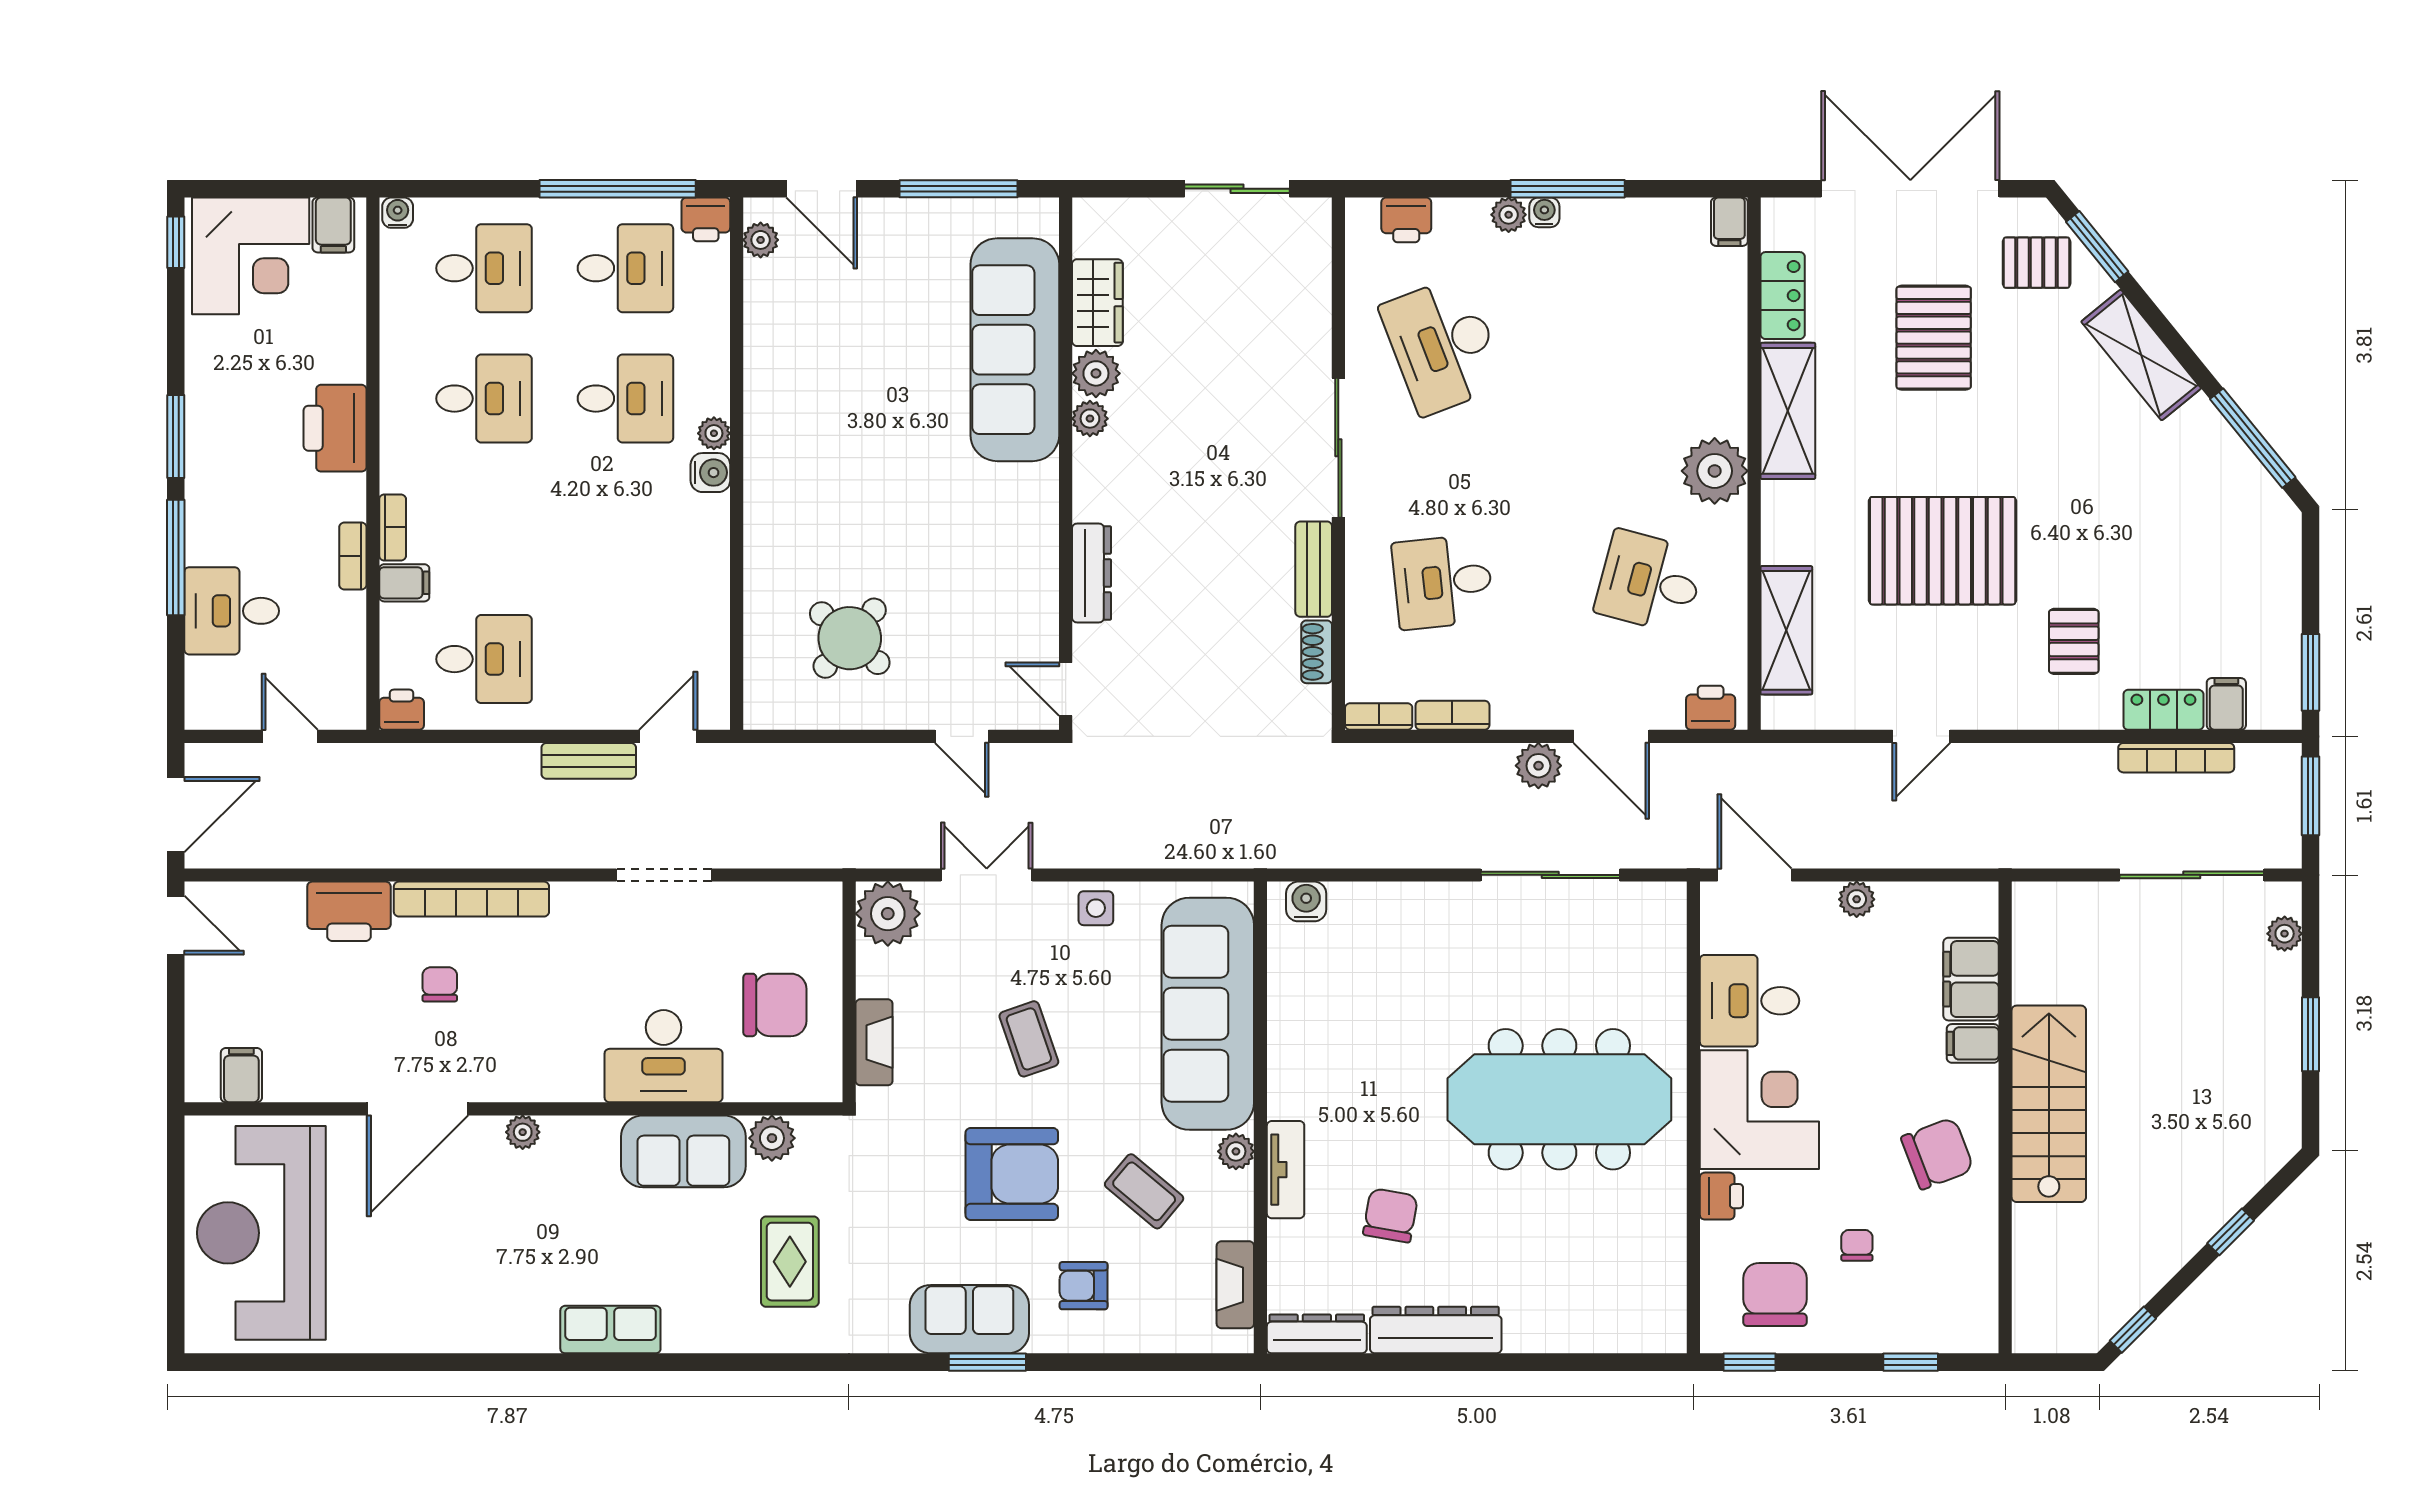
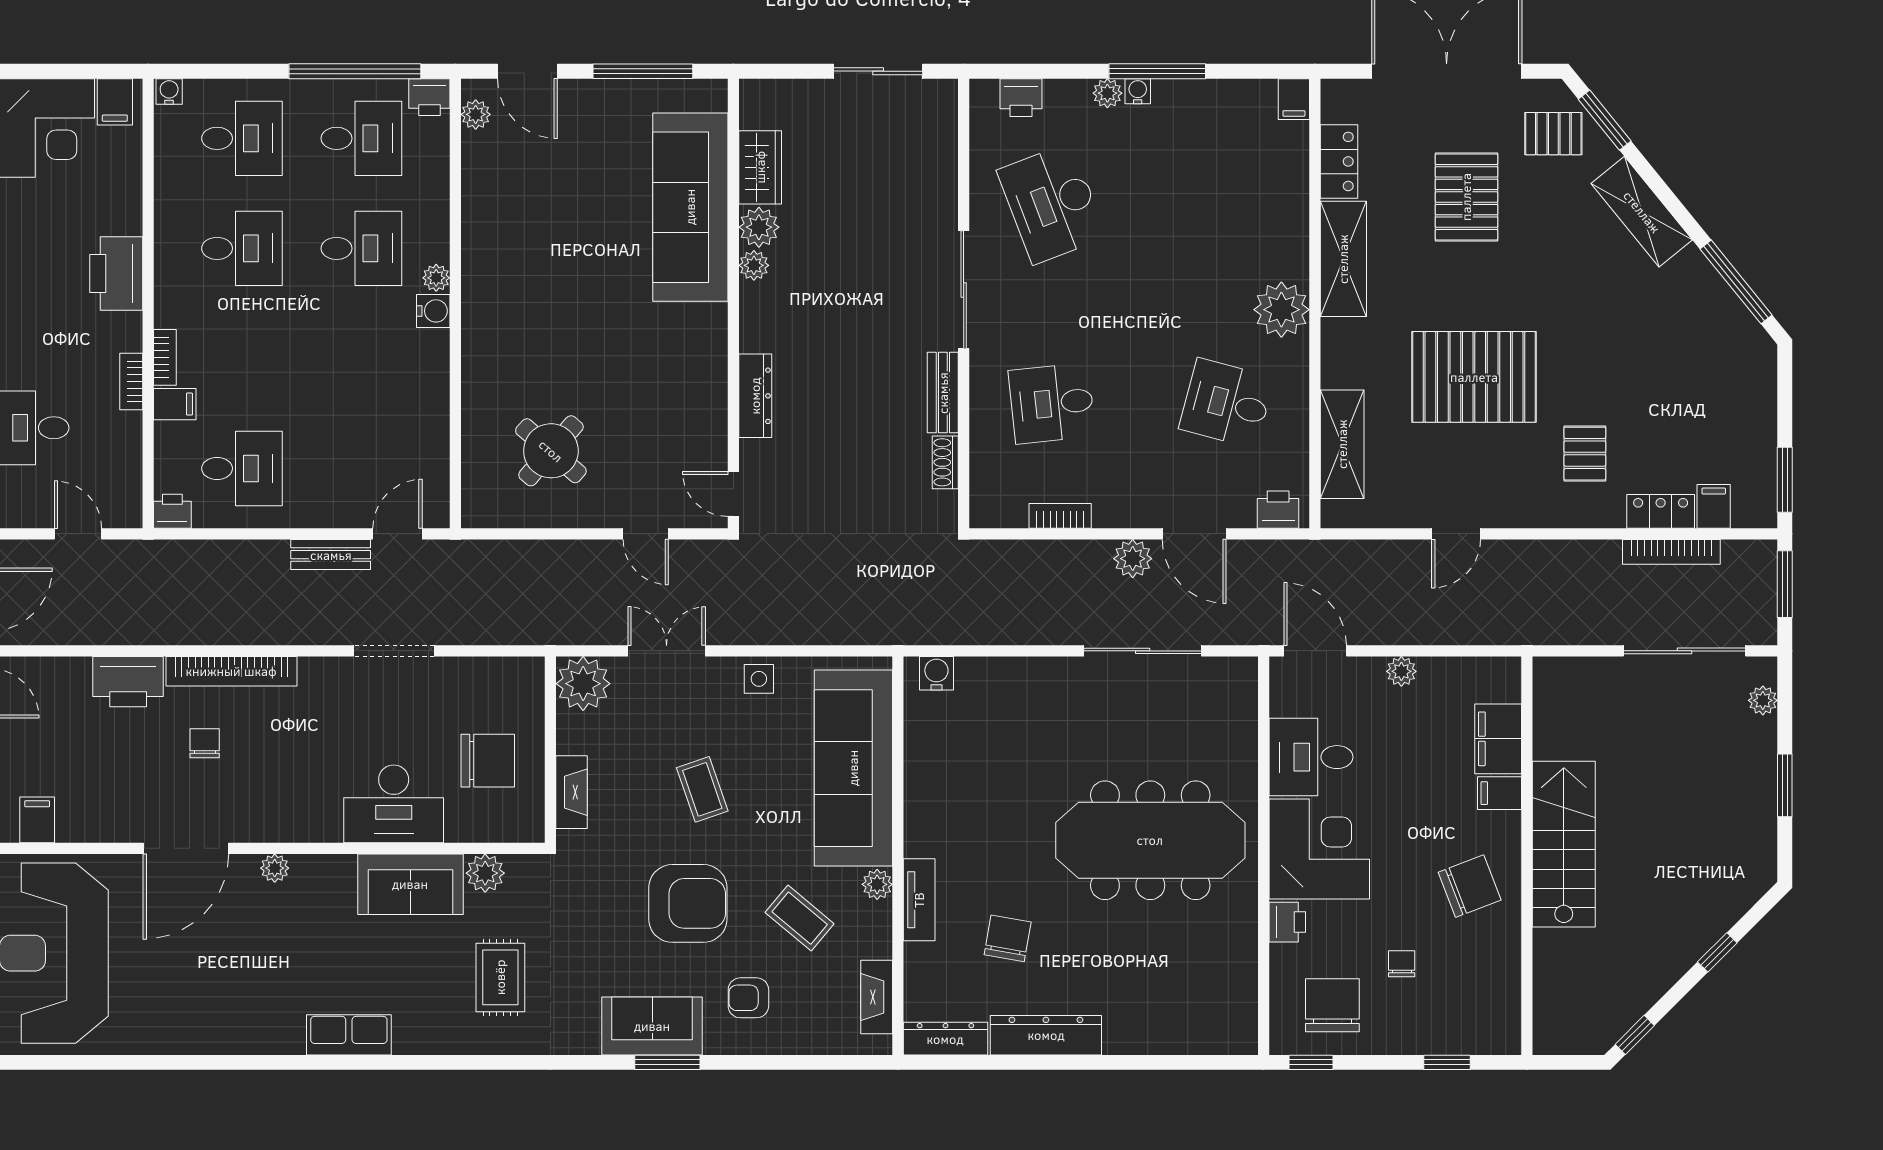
bookcase: (1379, 717) -> (998, 517), removed

